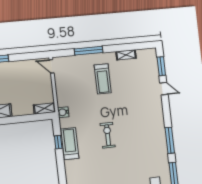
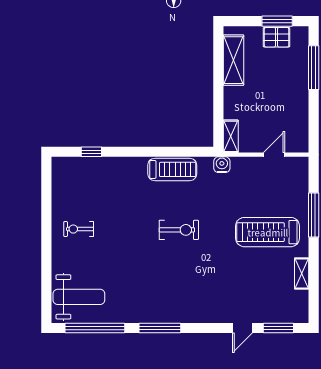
door: (52, 66) -> (274, 155), moved
treadmill: (103, 79) -> (268, 232), width x1.37, depth x1.38
window: (58, 142) -> (176, 152), removed

